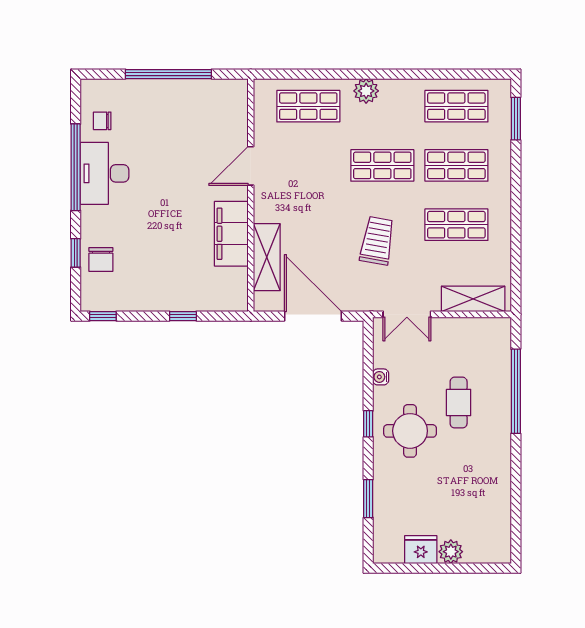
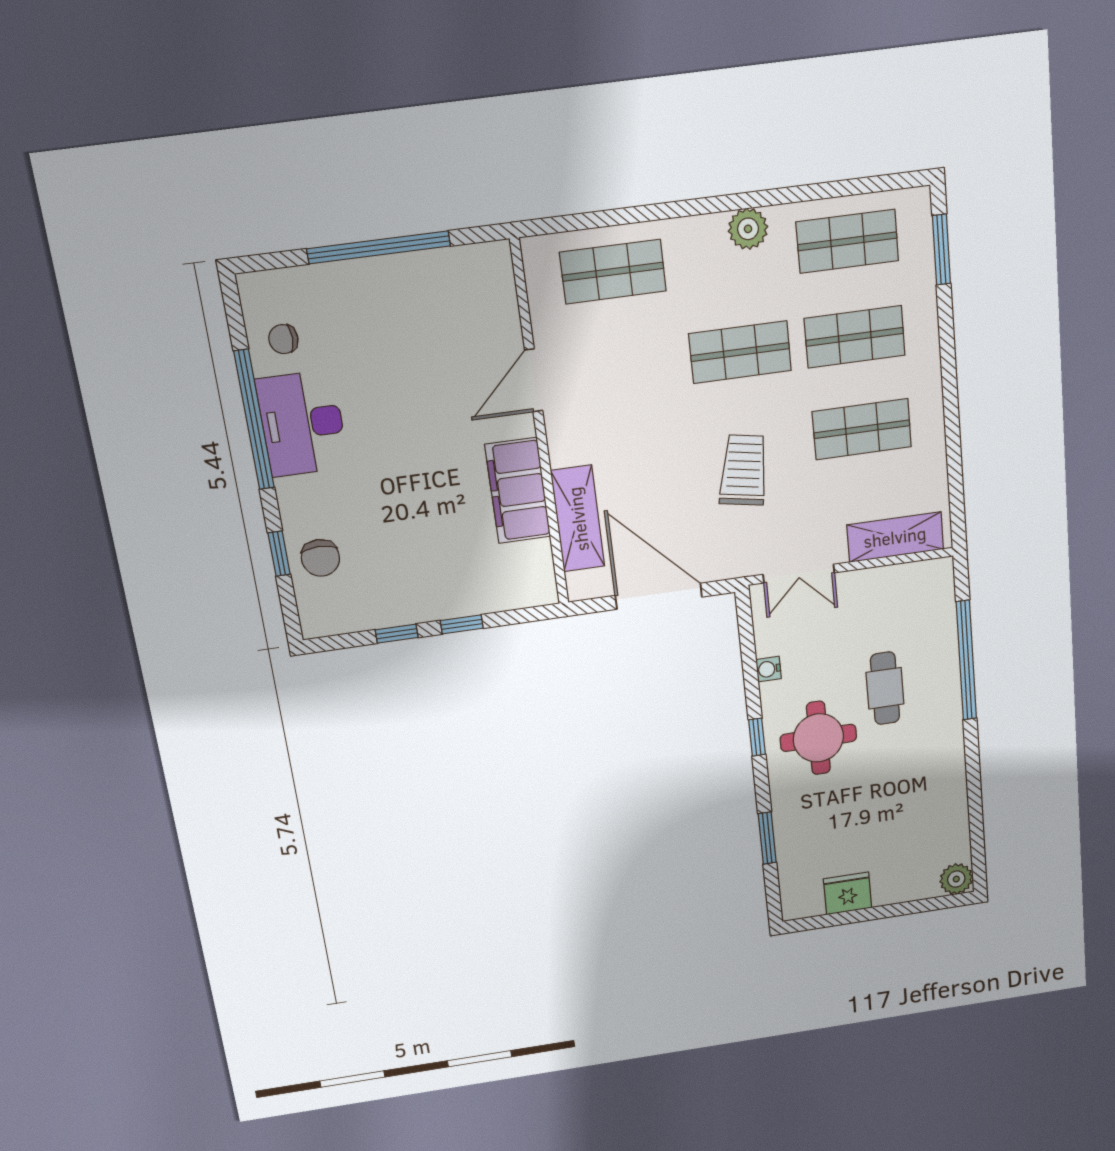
plant: (366, 91) -> (748, 229), moved
window: (103, 316) -> (397, 634), moved
plant: (451, 552) -> (956, 879), moved

